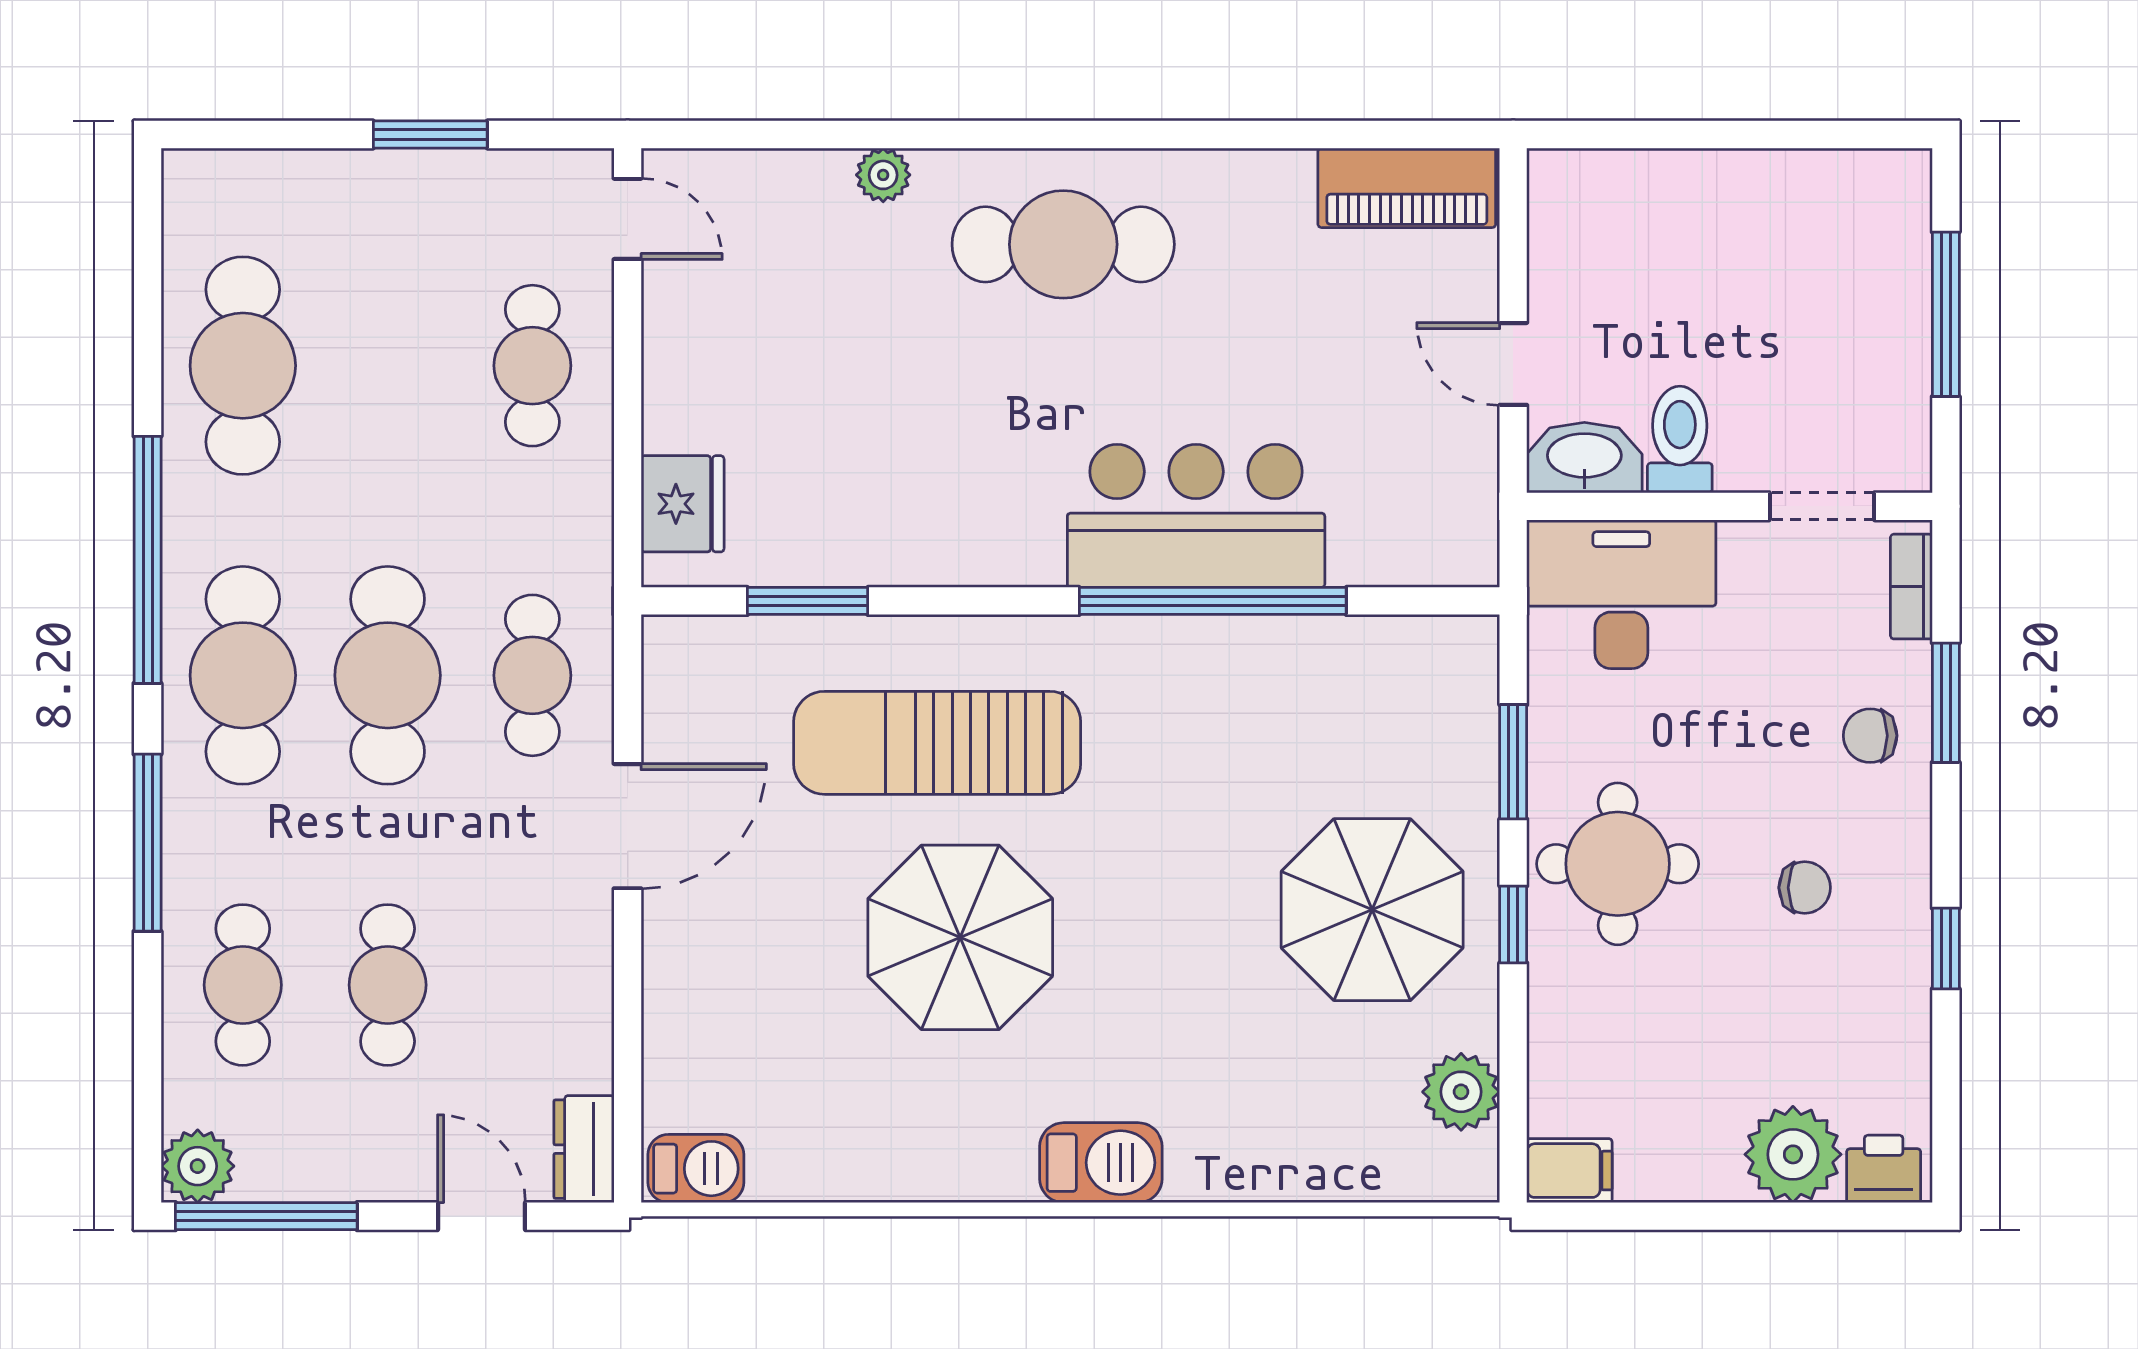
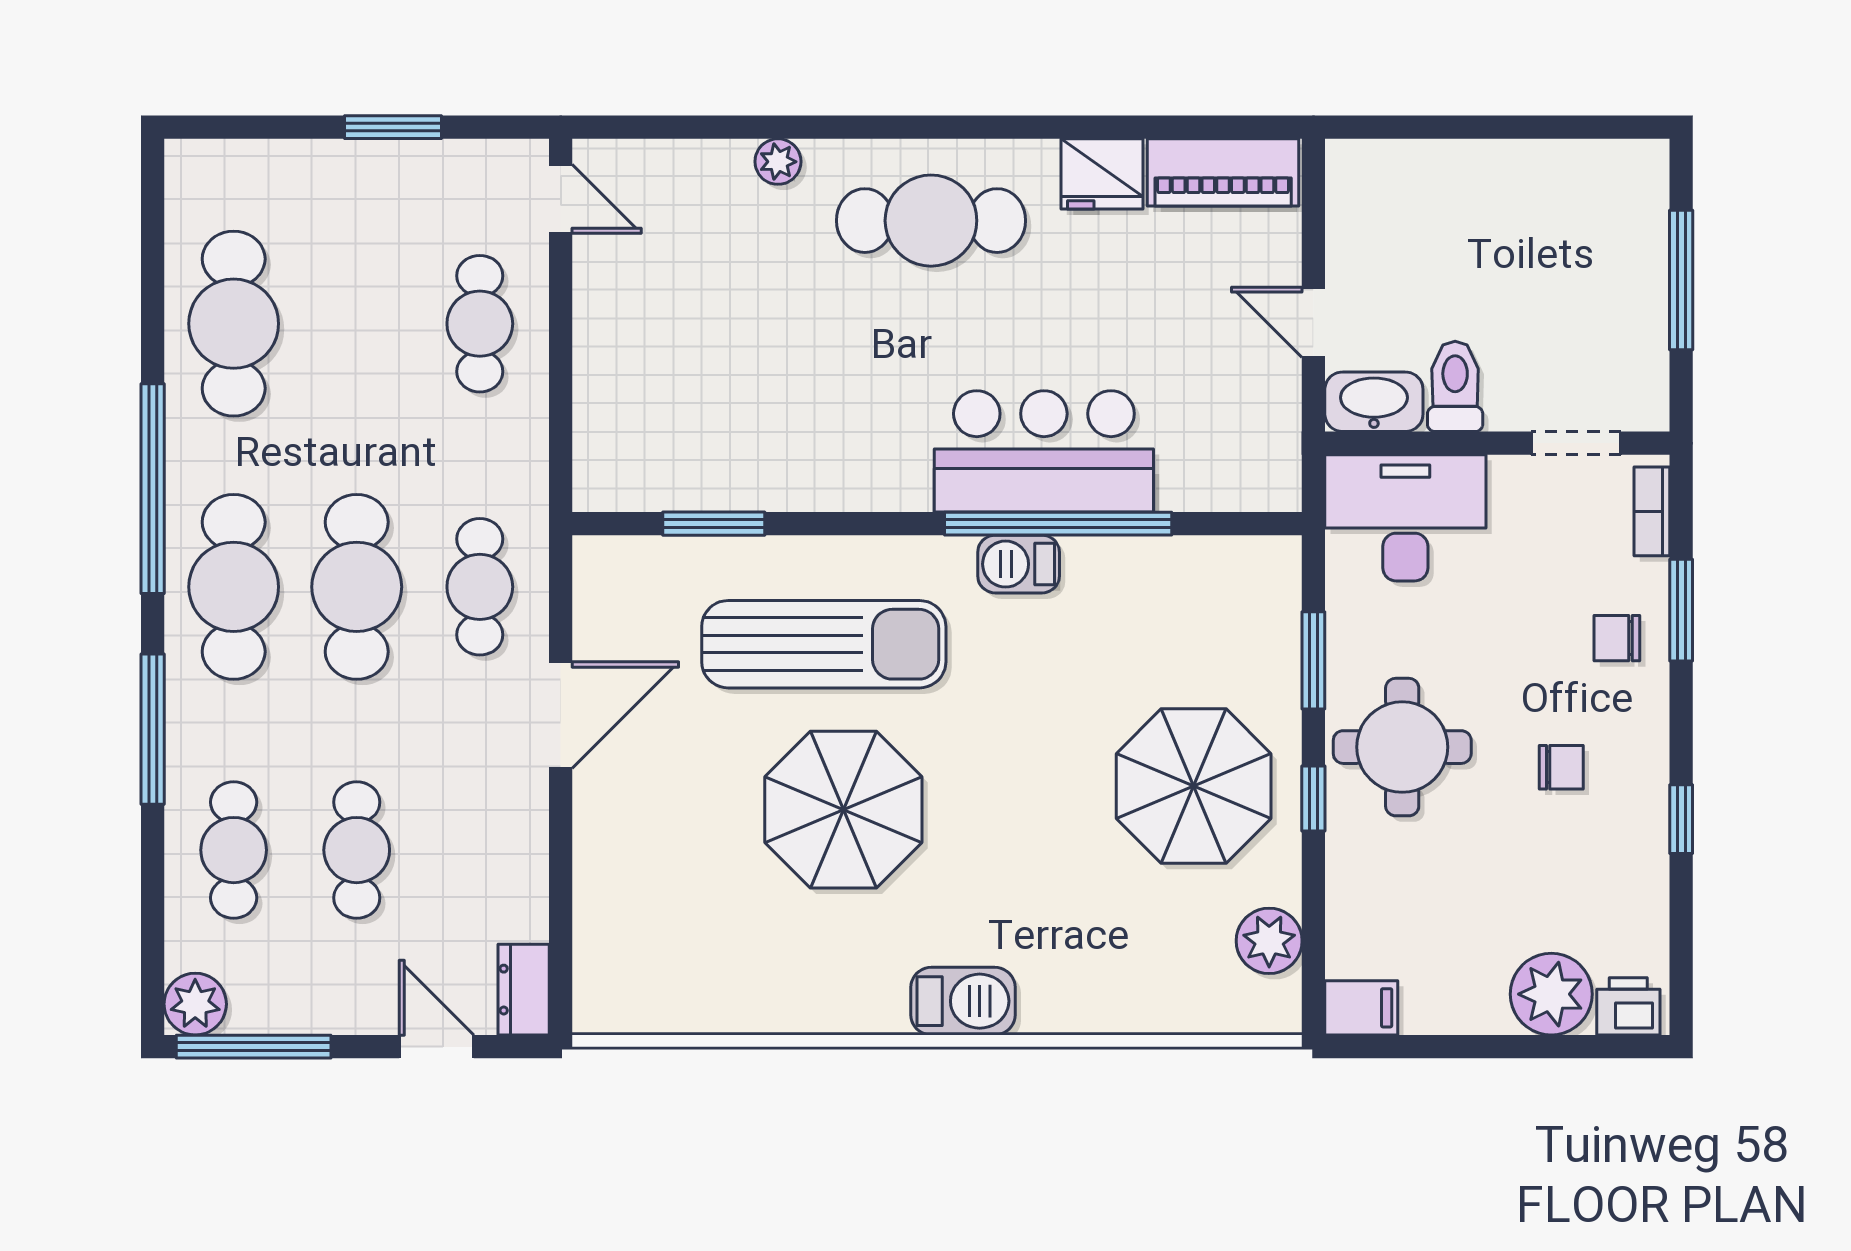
fridge: (683, 504) -> (1102, 174), moved, turned 90
sun lounger: (937, 743) -> (824, 644), turned 180
barbecue: (696, 1169) -> (1019, 564), moved, turned 180

